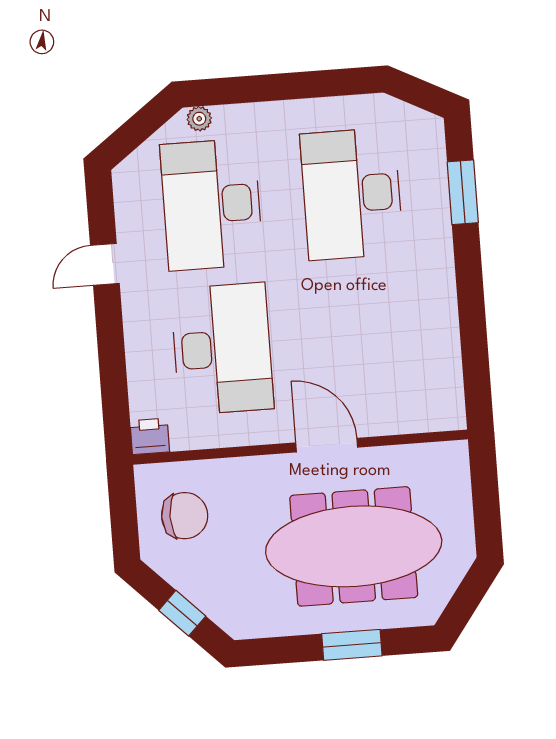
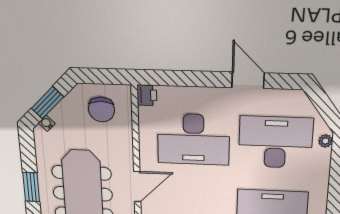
door: (105, 264) -> (248, 80), width x1.38
window: (182, 613) -> (47, 103), width x1.50
water cooler: (222, 615) -> (47, 123), added

